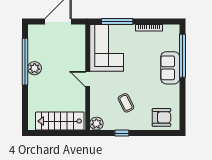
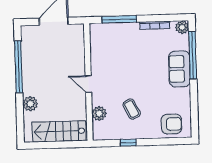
plant: (174, 30) -> (182, 27), added
corner sofa: (107, 48) -> (109, 49), removed
plant: (35, 68) -> (30, 104), moved
plant: (96, 124) -> (99, 113), moved

